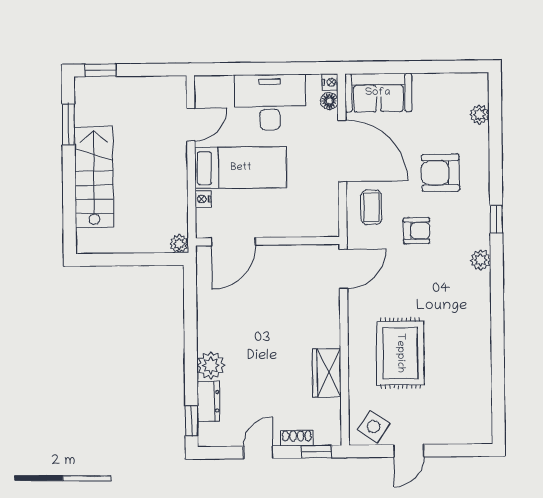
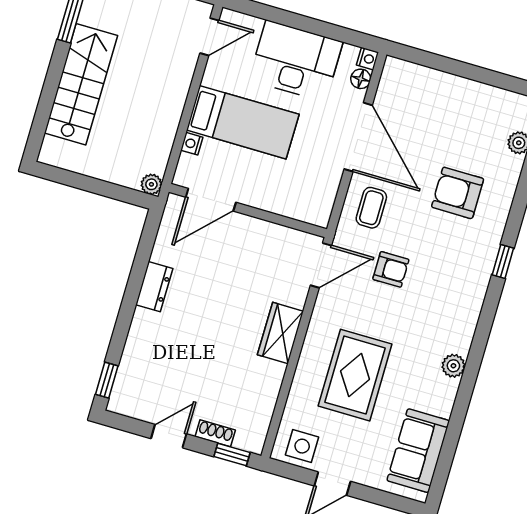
sofa: (378, 93) -> (418, 451), moved, turned 90
door: (191, 125) -> (209, 37), moved
armchair: (417, 231) -> (391, 269), moved
plant: (480, 260) -> (453, 366), moved
plant: (211, 365) -> (146, 327), removed
wardrobe: (327, 373) -> (280, 333), moved
dresser: (208, 401) -> (154, 287), moved
side table: (374, 427) -> (302, 446), turned -34

